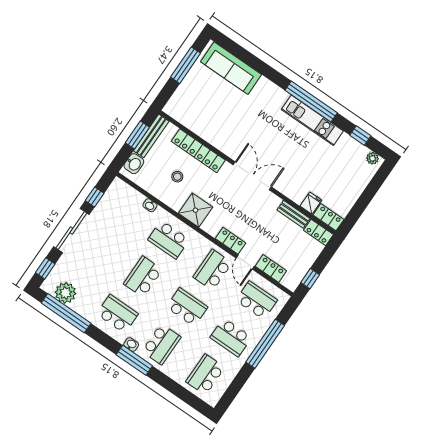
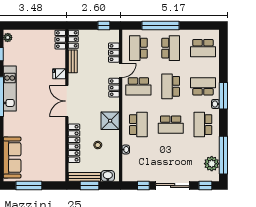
fridge: (311, 203) -> (59, 74), moved

